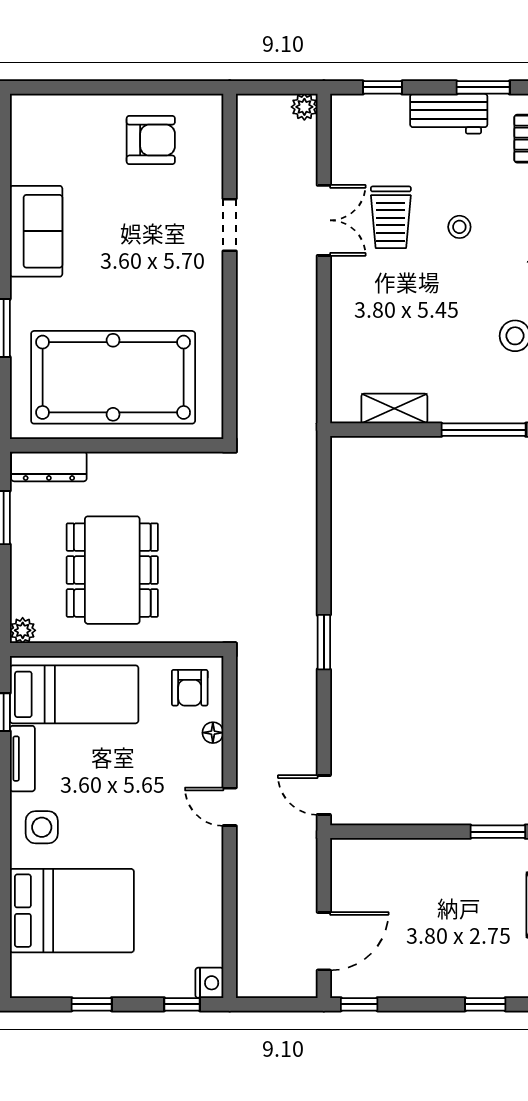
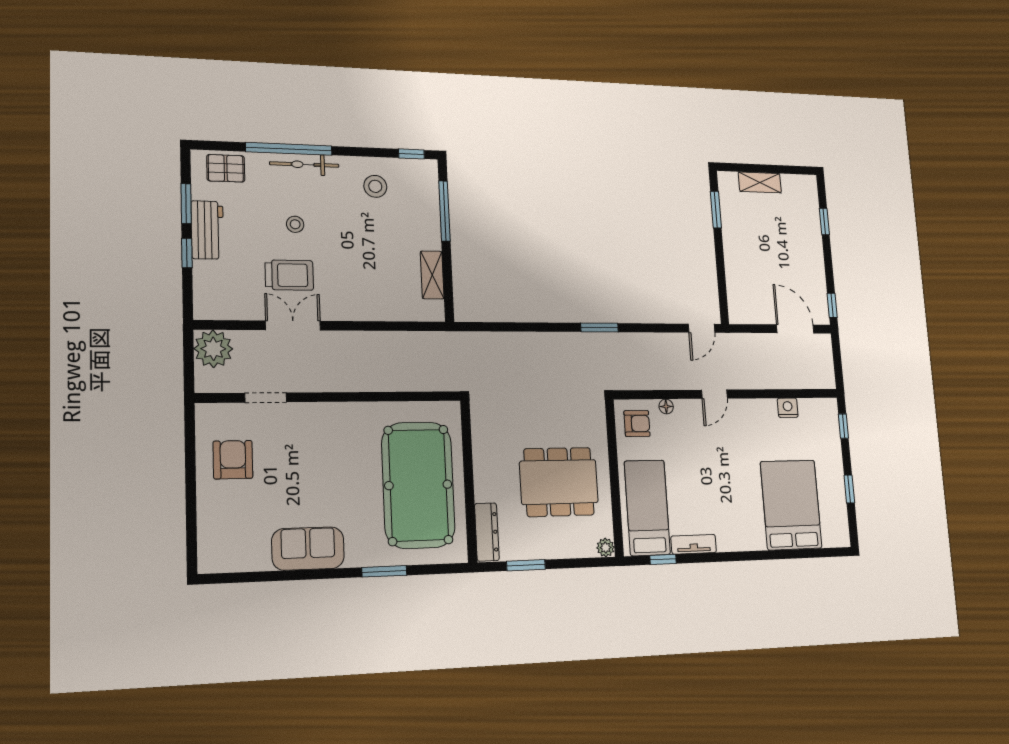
window: (383, 87) -> (187, 253), moved
plant: (304, 107) -> (213, 349), width x1.87, depth x1.87
doorway: (230, 225) -> (266, 398), moved
side table: (42, 827) -> (738, 528), removed
nightstand: (209, 983) -> (788, 408), moved

